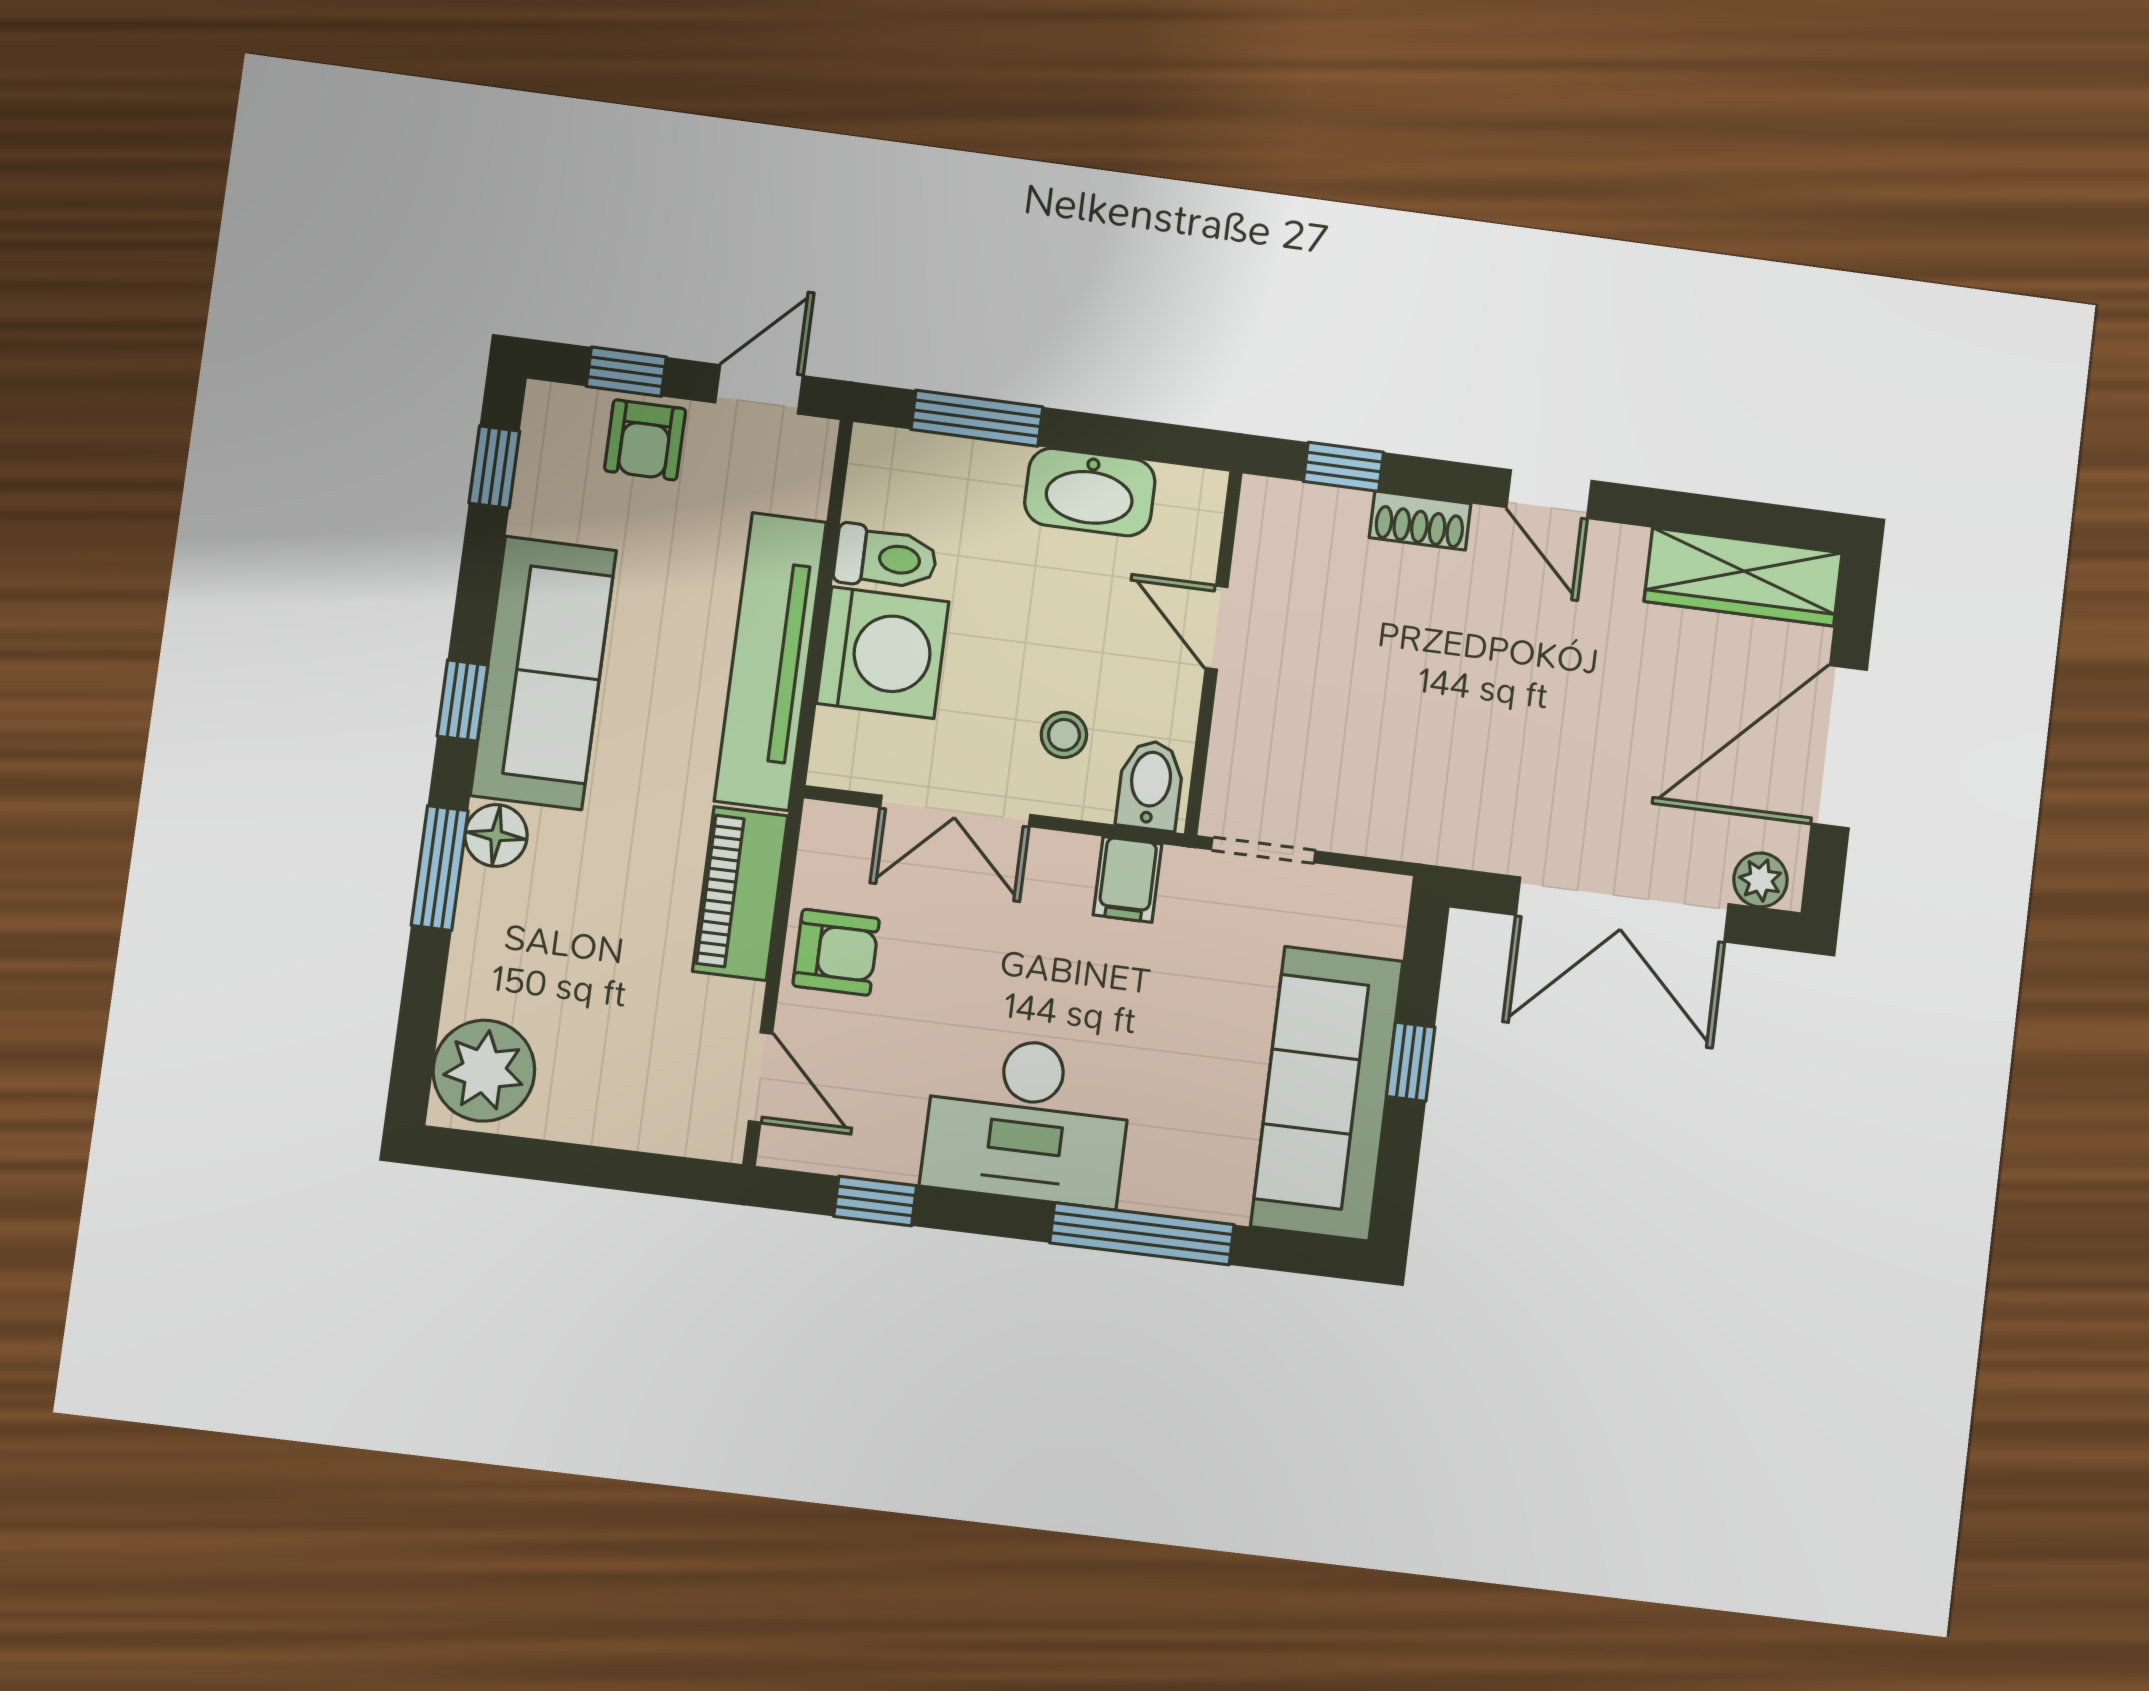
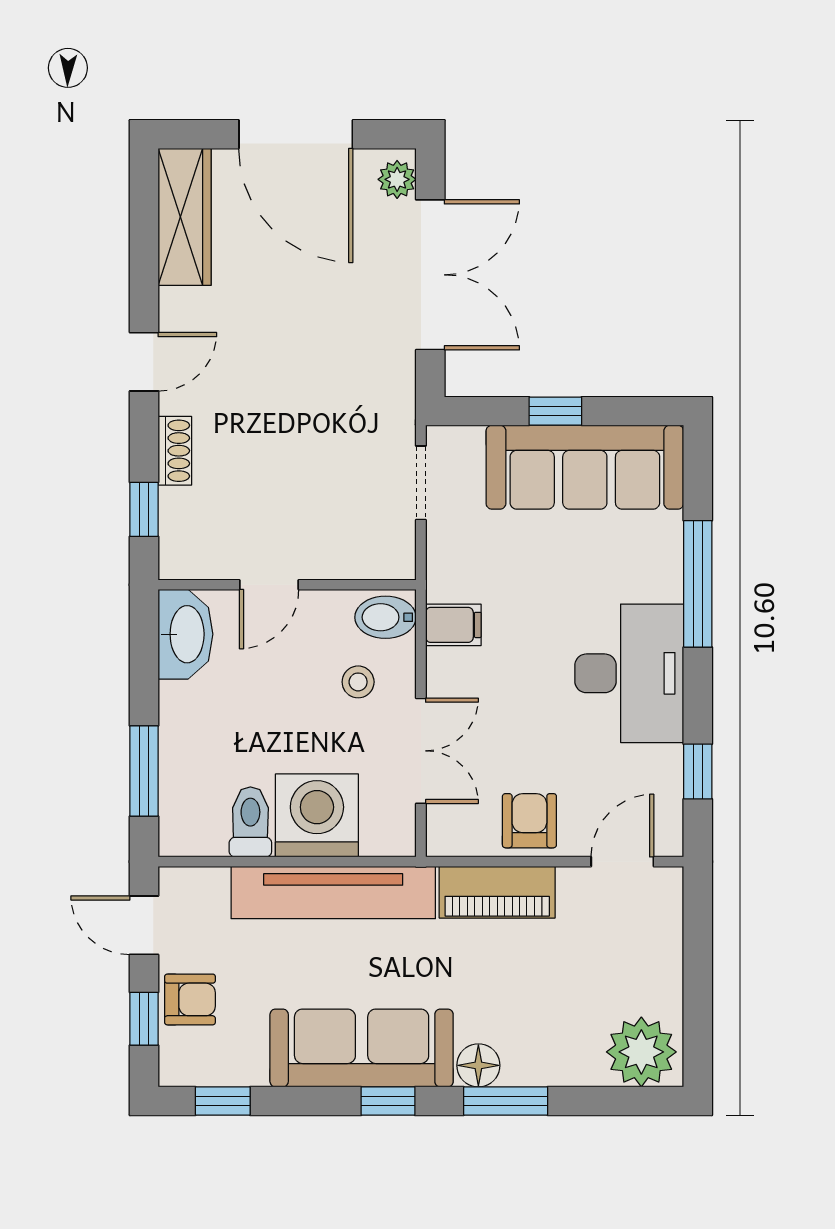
washbasin: (1090, 492) -> (185, 634), moved
doorway: (1263, 850) -> (421, 483), moved

